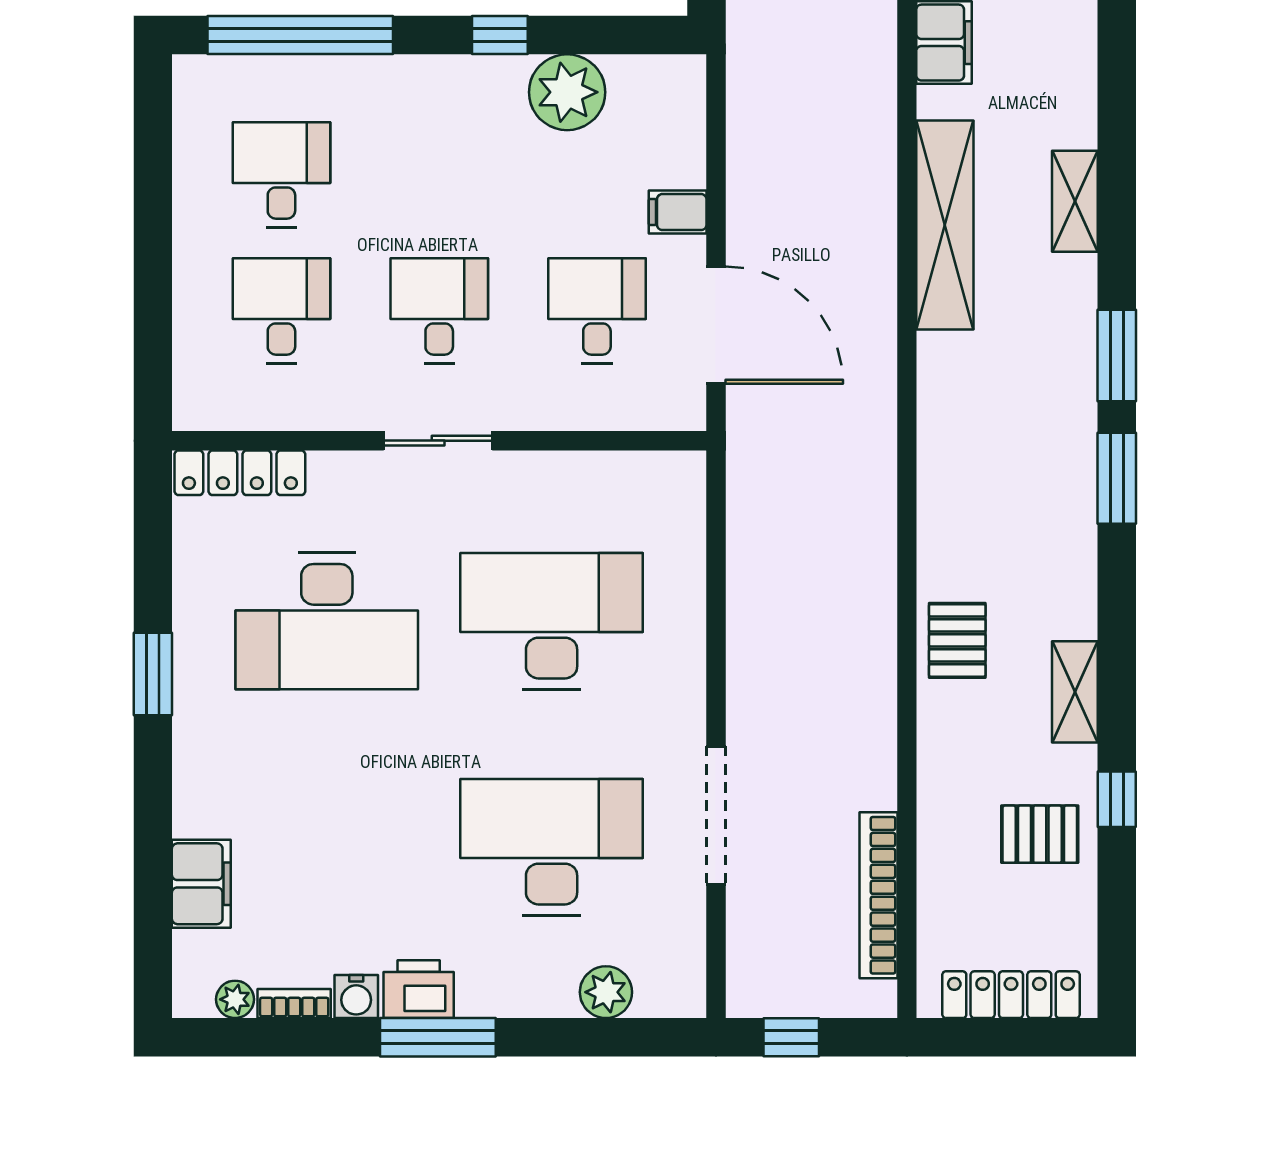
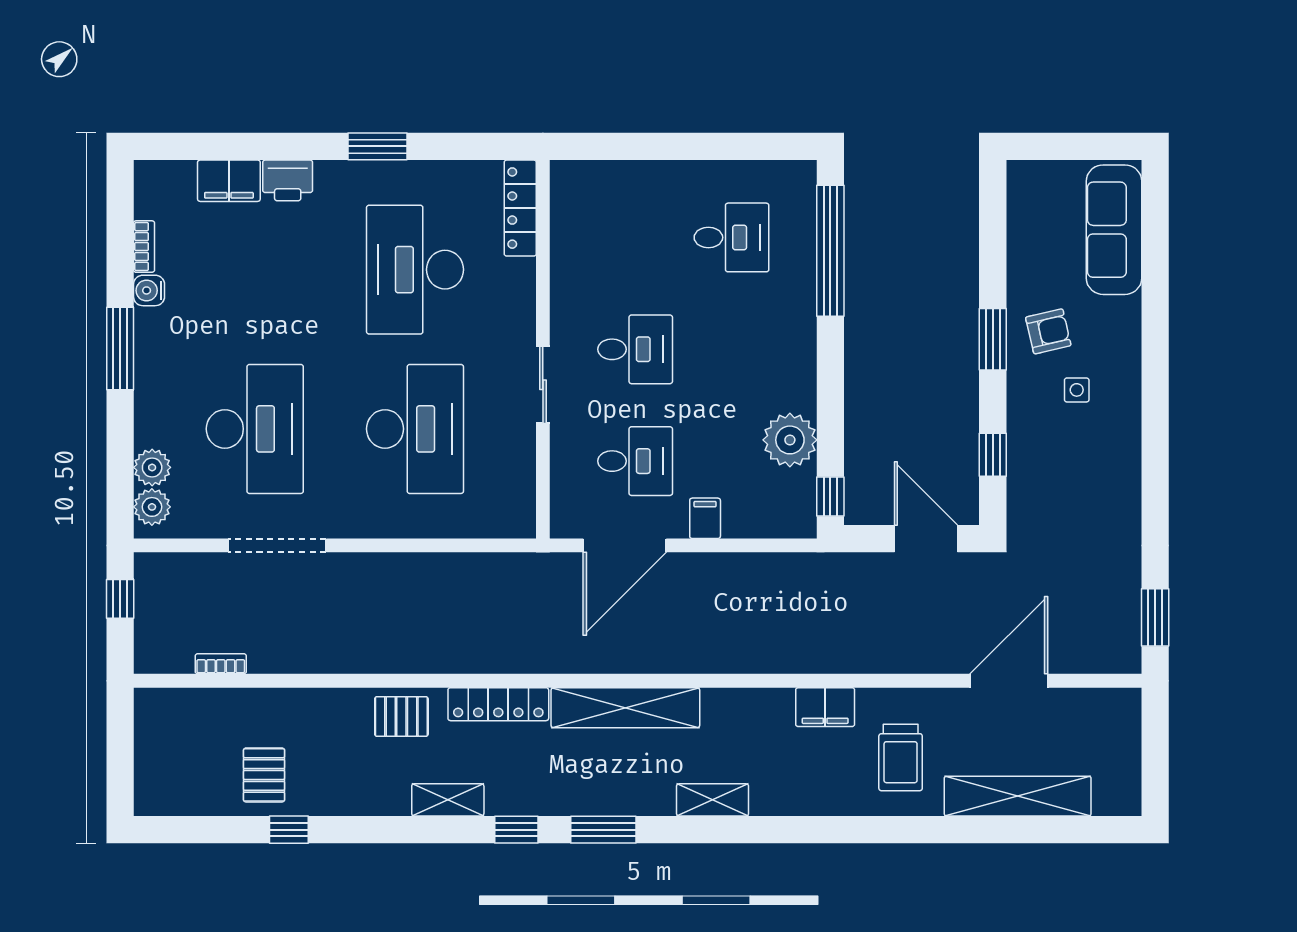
window: (500, 35) -> (830, 496), moved
shelving: (945, 225) -> (625, 708), moved
desk: (281, 311) -> (635, 237), removed
sliding door: (438, 441) -> (543, 385), moved
window: (1117, 478) -> (516, 830), width x0.67
shelving: (1075, 692) -> (448, 800), moved
bookcase: (878, 895) -> (221, 664), width x0.43, depth x0.76
printer: (419, 989) -> (288, 180), moved, turned 90
locker: (1011, 995) -> (498, 704), moved, turned 90
plant: (235, 999) -> (152, 507), moved, width x1.38, depth x1.38

